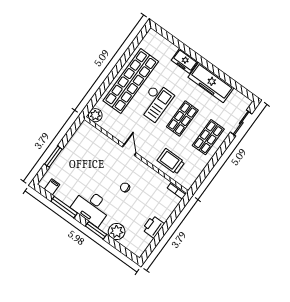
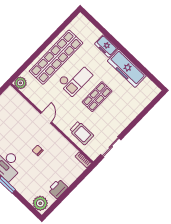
sliding door: (241, 123) -> (111, 147), moved
shop shelf: (208, 137) -> (118, 116), removed
trolley: (171, 161) -> (82, 133), turned 180
plant: (117, 232) -> (40, 203), moved

